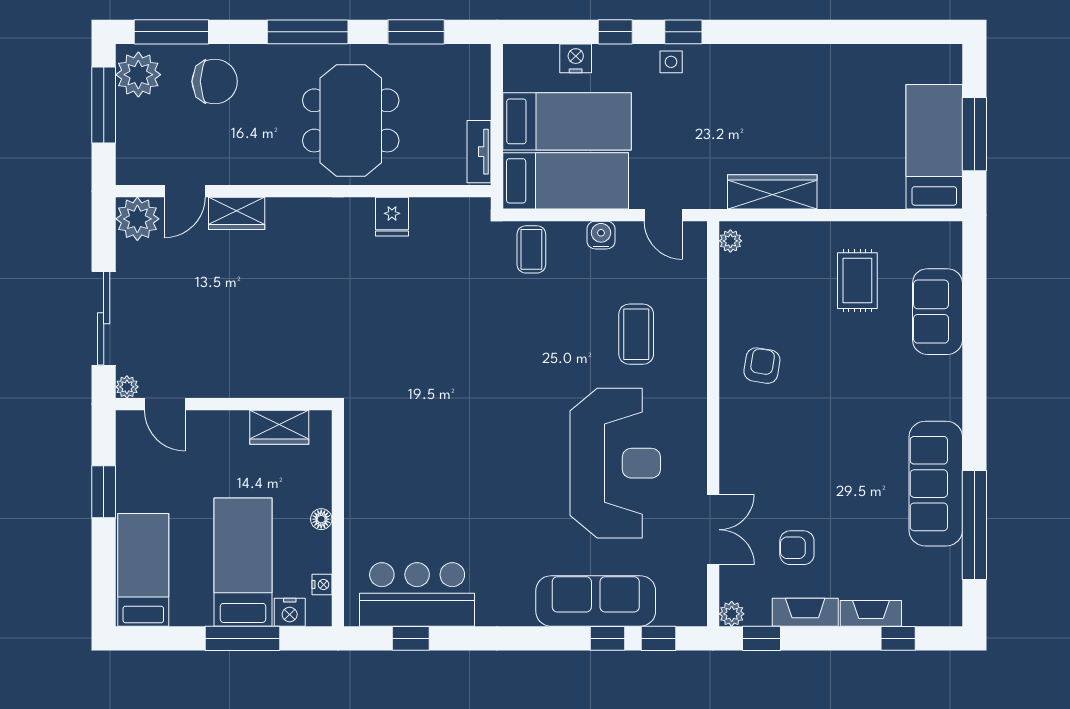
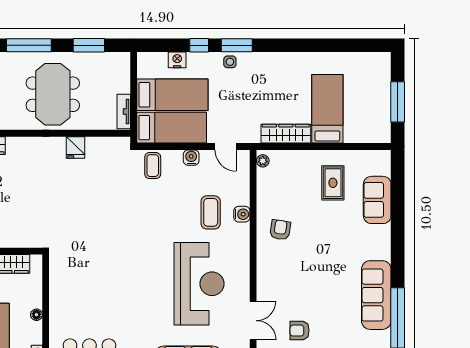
window: (683, 32) -> (237, 45), width x1.50
bed: (934, 147) -> (327, 109), moved
water cooler: (693, 337) -> (242, 214), added

